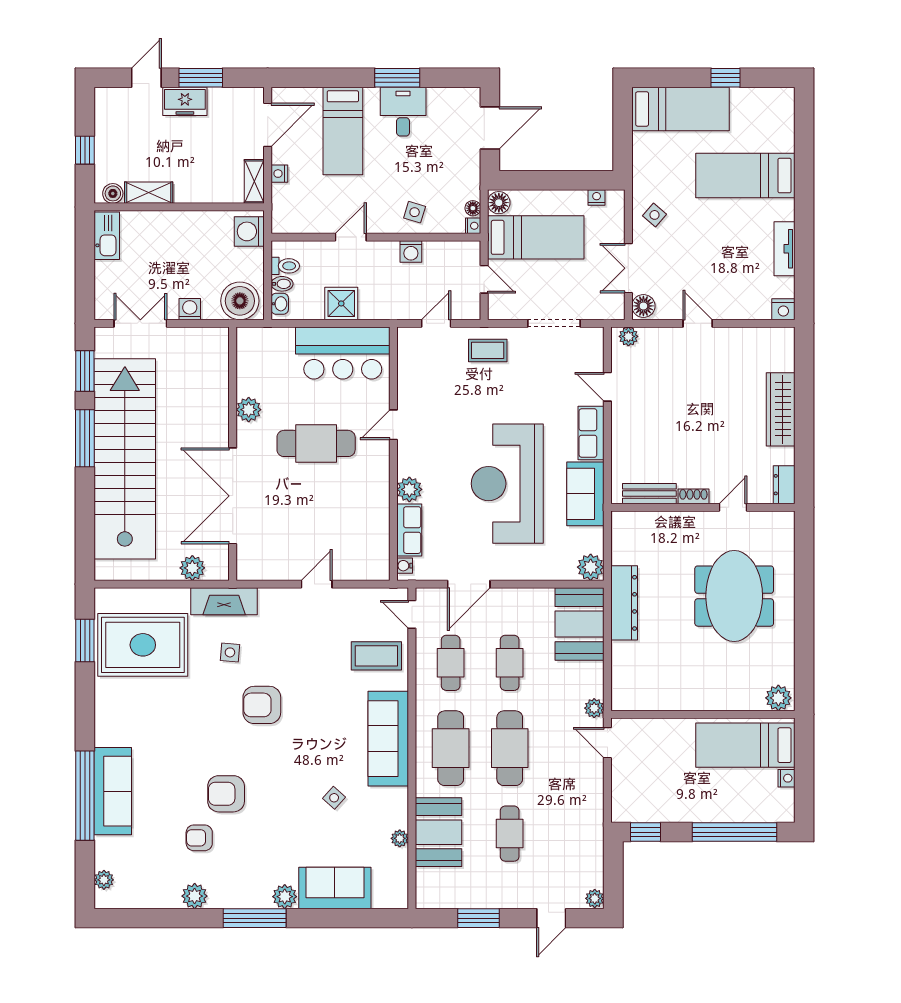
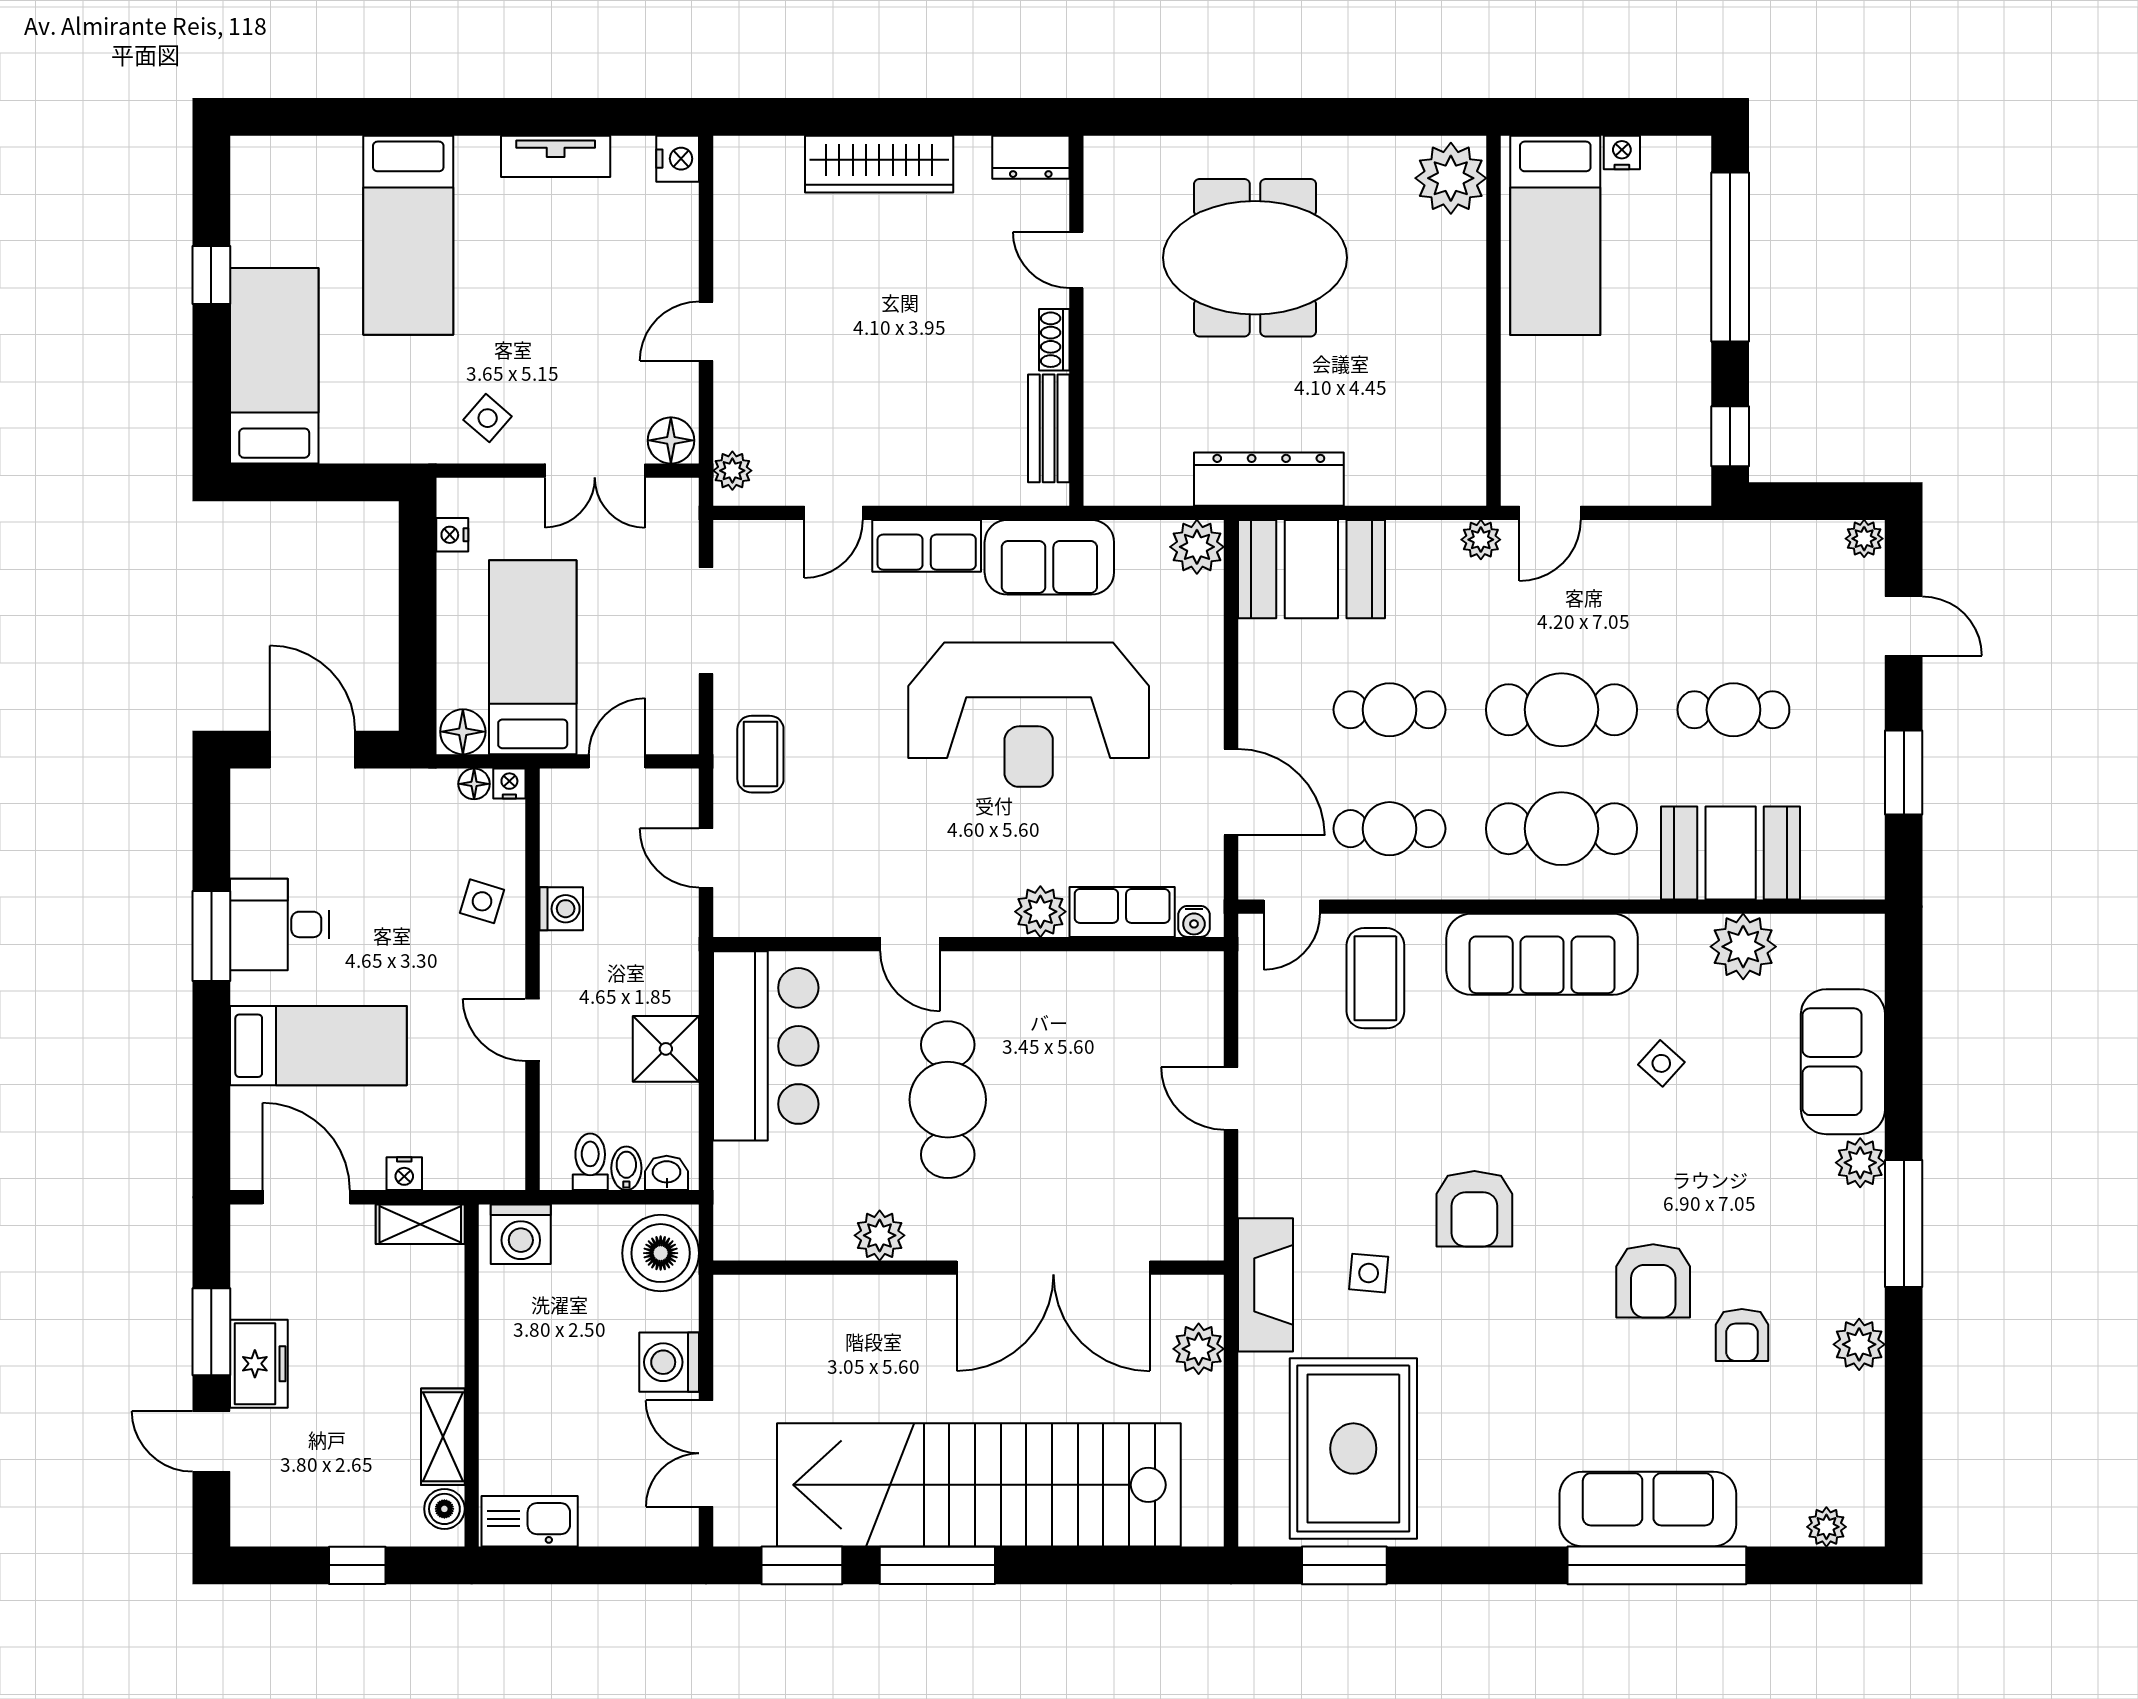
washing machine: (190, 309) -> (669, 1362), width x1.38, depth x1.38
plant: (778, 698) -> (1451, 178), width x1.36, depth x1.36
plant: (400, 838) -> (1743, 947), width x1.87, depth x1.87

